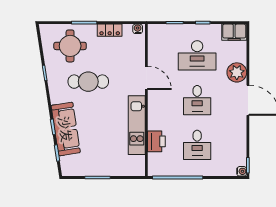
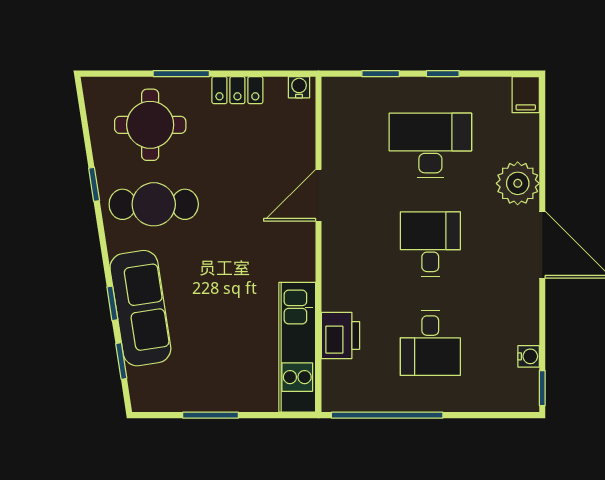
filing cabinet: (234, 32) -> (526, 95), width x0.50
desk: (197, 55) -> (430, 146), turned 180
door: (146, 78) -> (318, 195), swing flipped
cafe table: (88, 82) -> (154, 204), moved
desk: (197, 100) -> (430, 244), turned 180
kitchen unit: (137, 125) -> (297, 347), moved
water cooler: (242, 171) -> (529, 356), moved

